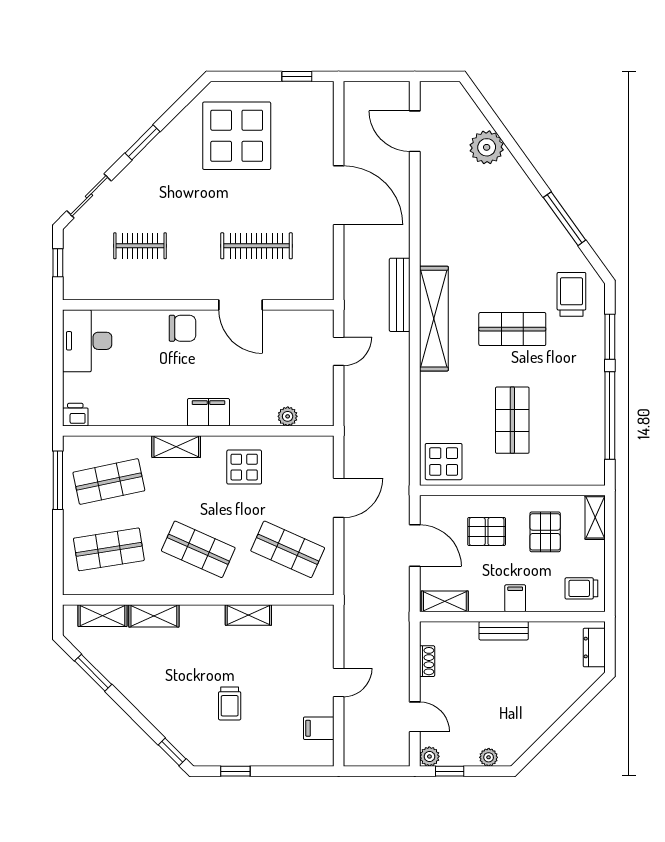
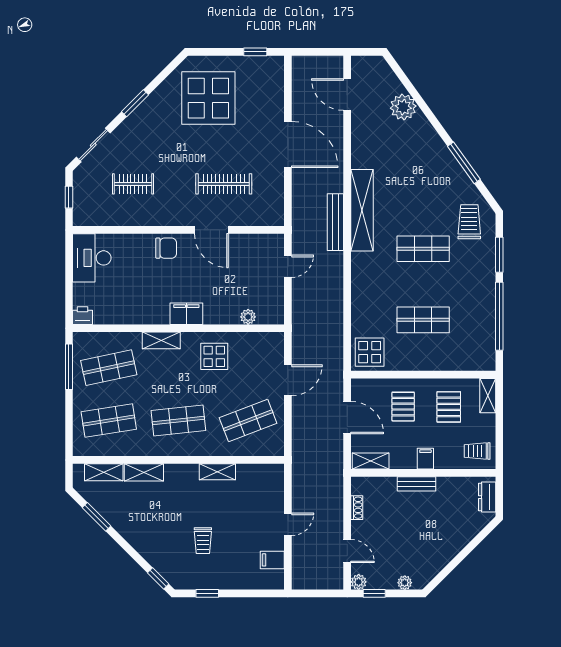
shelving: (434, 319) -> (362, 210), moved
shop shelf: (512, 420) -> (423, 320), turned 90
pallet: (487, 531) -> (403, 407), turned 90
shop shelf: (198, 549) -> (178, 420), turned -30
shop shelf: (288, 549) -> (248, 420), turned -45

